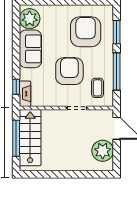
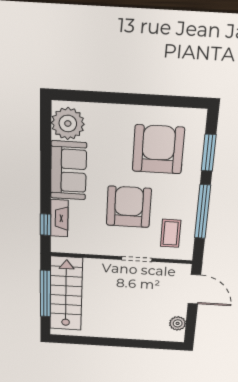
fireplace: (25, 94) -> (59, 218), moved
plant: (103, 151) -> (178, 323), width x0.53, depth x0.53

